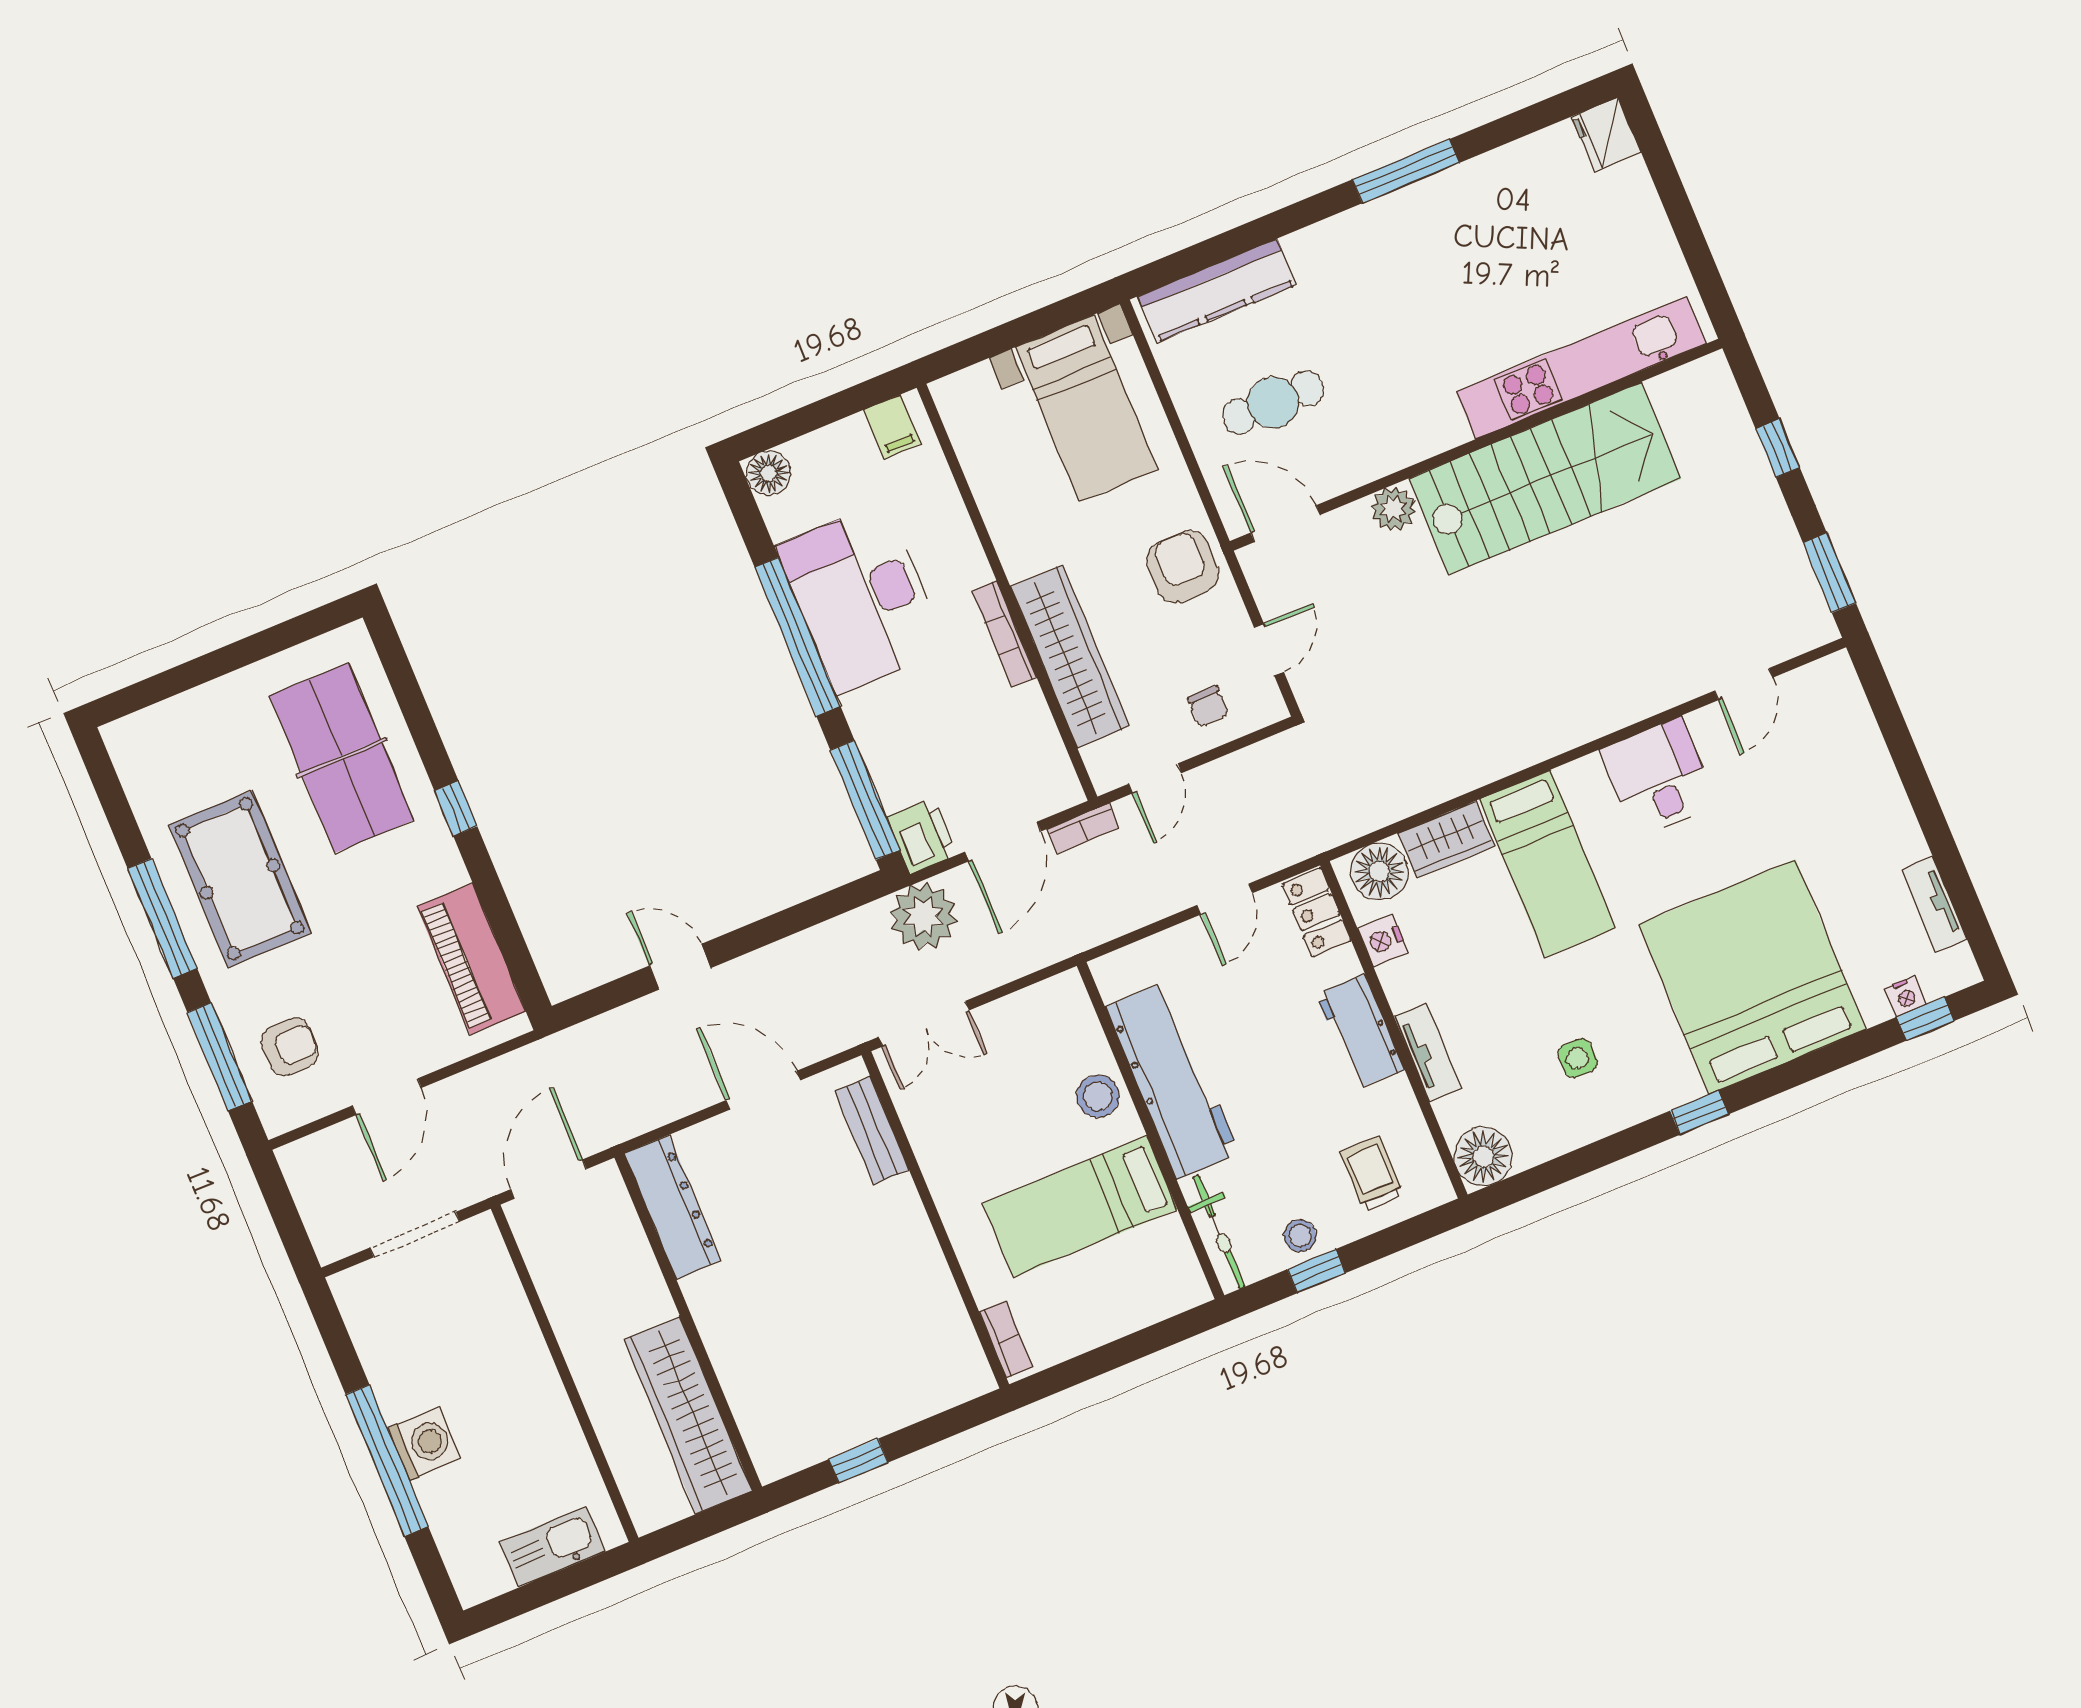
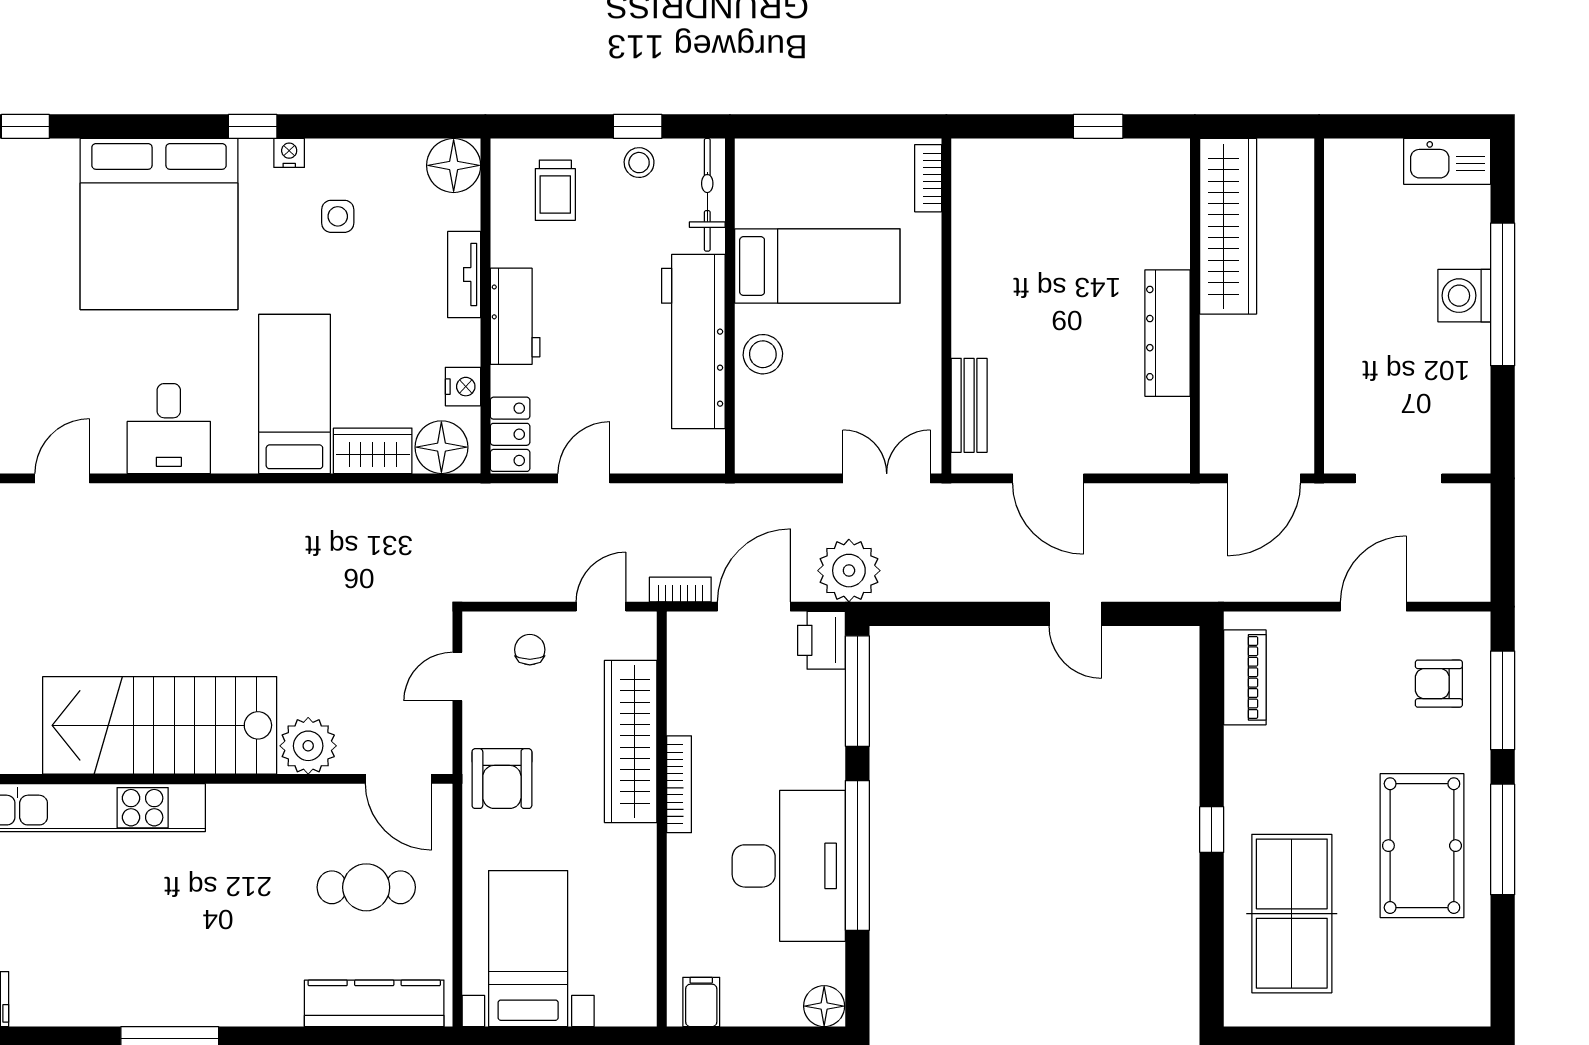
plant: (1393, 509) -> (308, 746), width x1.36, depth x1.36
piano: (471, 959) -> (1245, 677), width x0.73, depth x0.75
nightstand: (1906, 996) -> (289, 153), moved
dresser: (673, 1207) -> (1167, 333), moved
kitchen sink: (552, 1547) -> (1447, 161), moved

